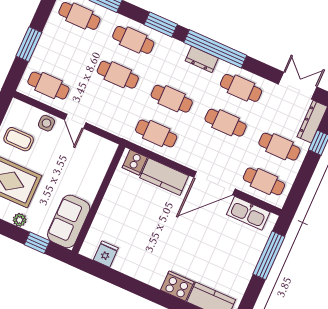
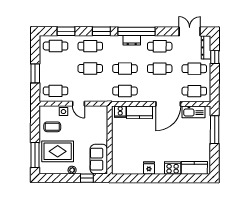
fridge: (106, 254) -> (149, 168), moved

